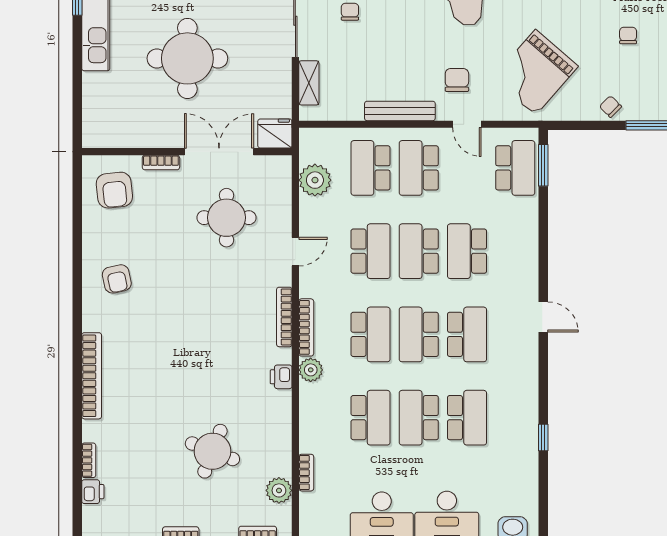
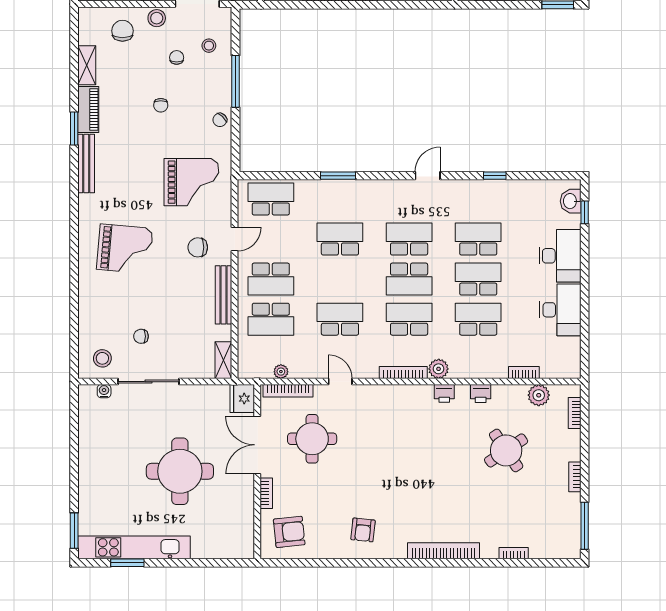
chair: (628, 35) -> (161, 105), turned -90
grand piano: (535, 72) -> (191, 182), turned -41
shelving: (309, 83) -> (223, 360), moved, turned 90
window: (543, 165) -> (338, 176), moved
plant: (315, 180) -> (281, 372), width x0.53, depth x0.53
school desk: (419, 251) -> (340, 279), removed
school desk: (467, 251) -> (340, 239), turned 180
armchair: (117, 279) -> (363, 530), turned 108
bookcase: (284, 317) -> (288, 391), moved
door: (543, 317) -> (428, 176), moved
school desk: (419, 418) -> (478, 279), turned 180
round table: (212, 451) -> (506, 450), turned 35
printer: (93, 492) -> (481, 394), moved, turned 180

